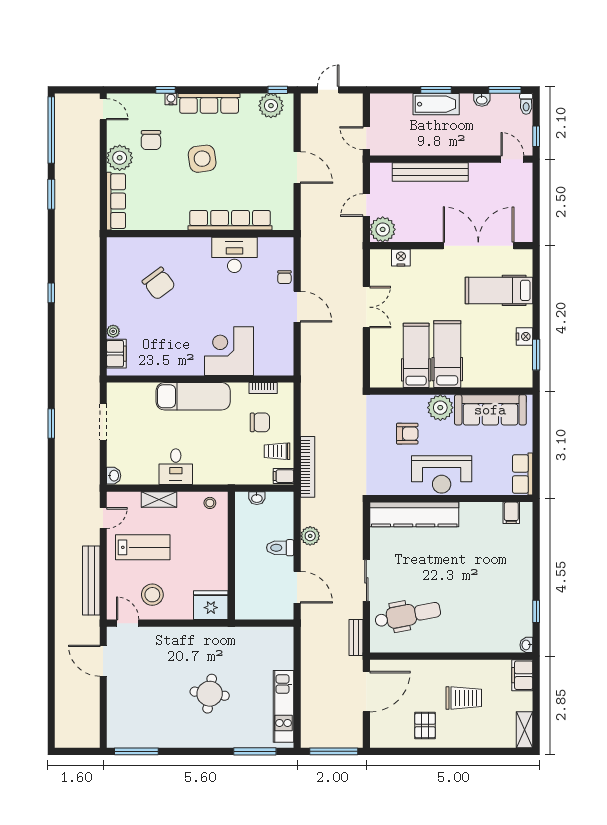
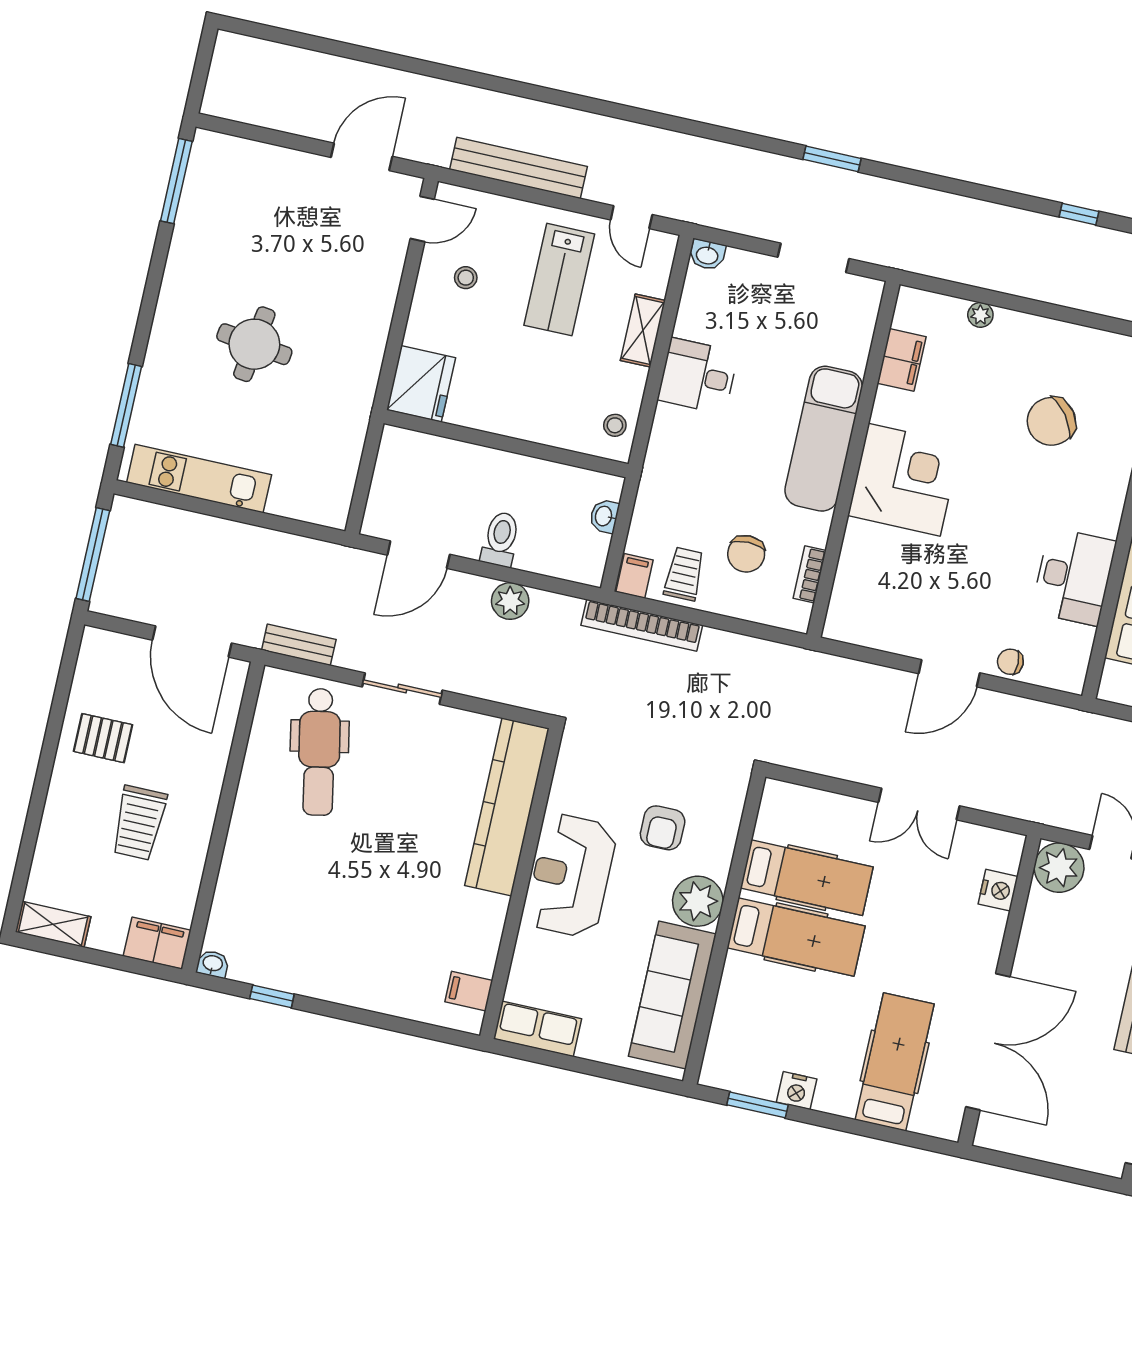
corner desk: (229, 351) -> (904, 480), moved
filing cabinet: (116, 354) -> (902, 360), moved, turned -90
stool: (152, 595) -> (466, 278), width x0.53, depth x0.53

